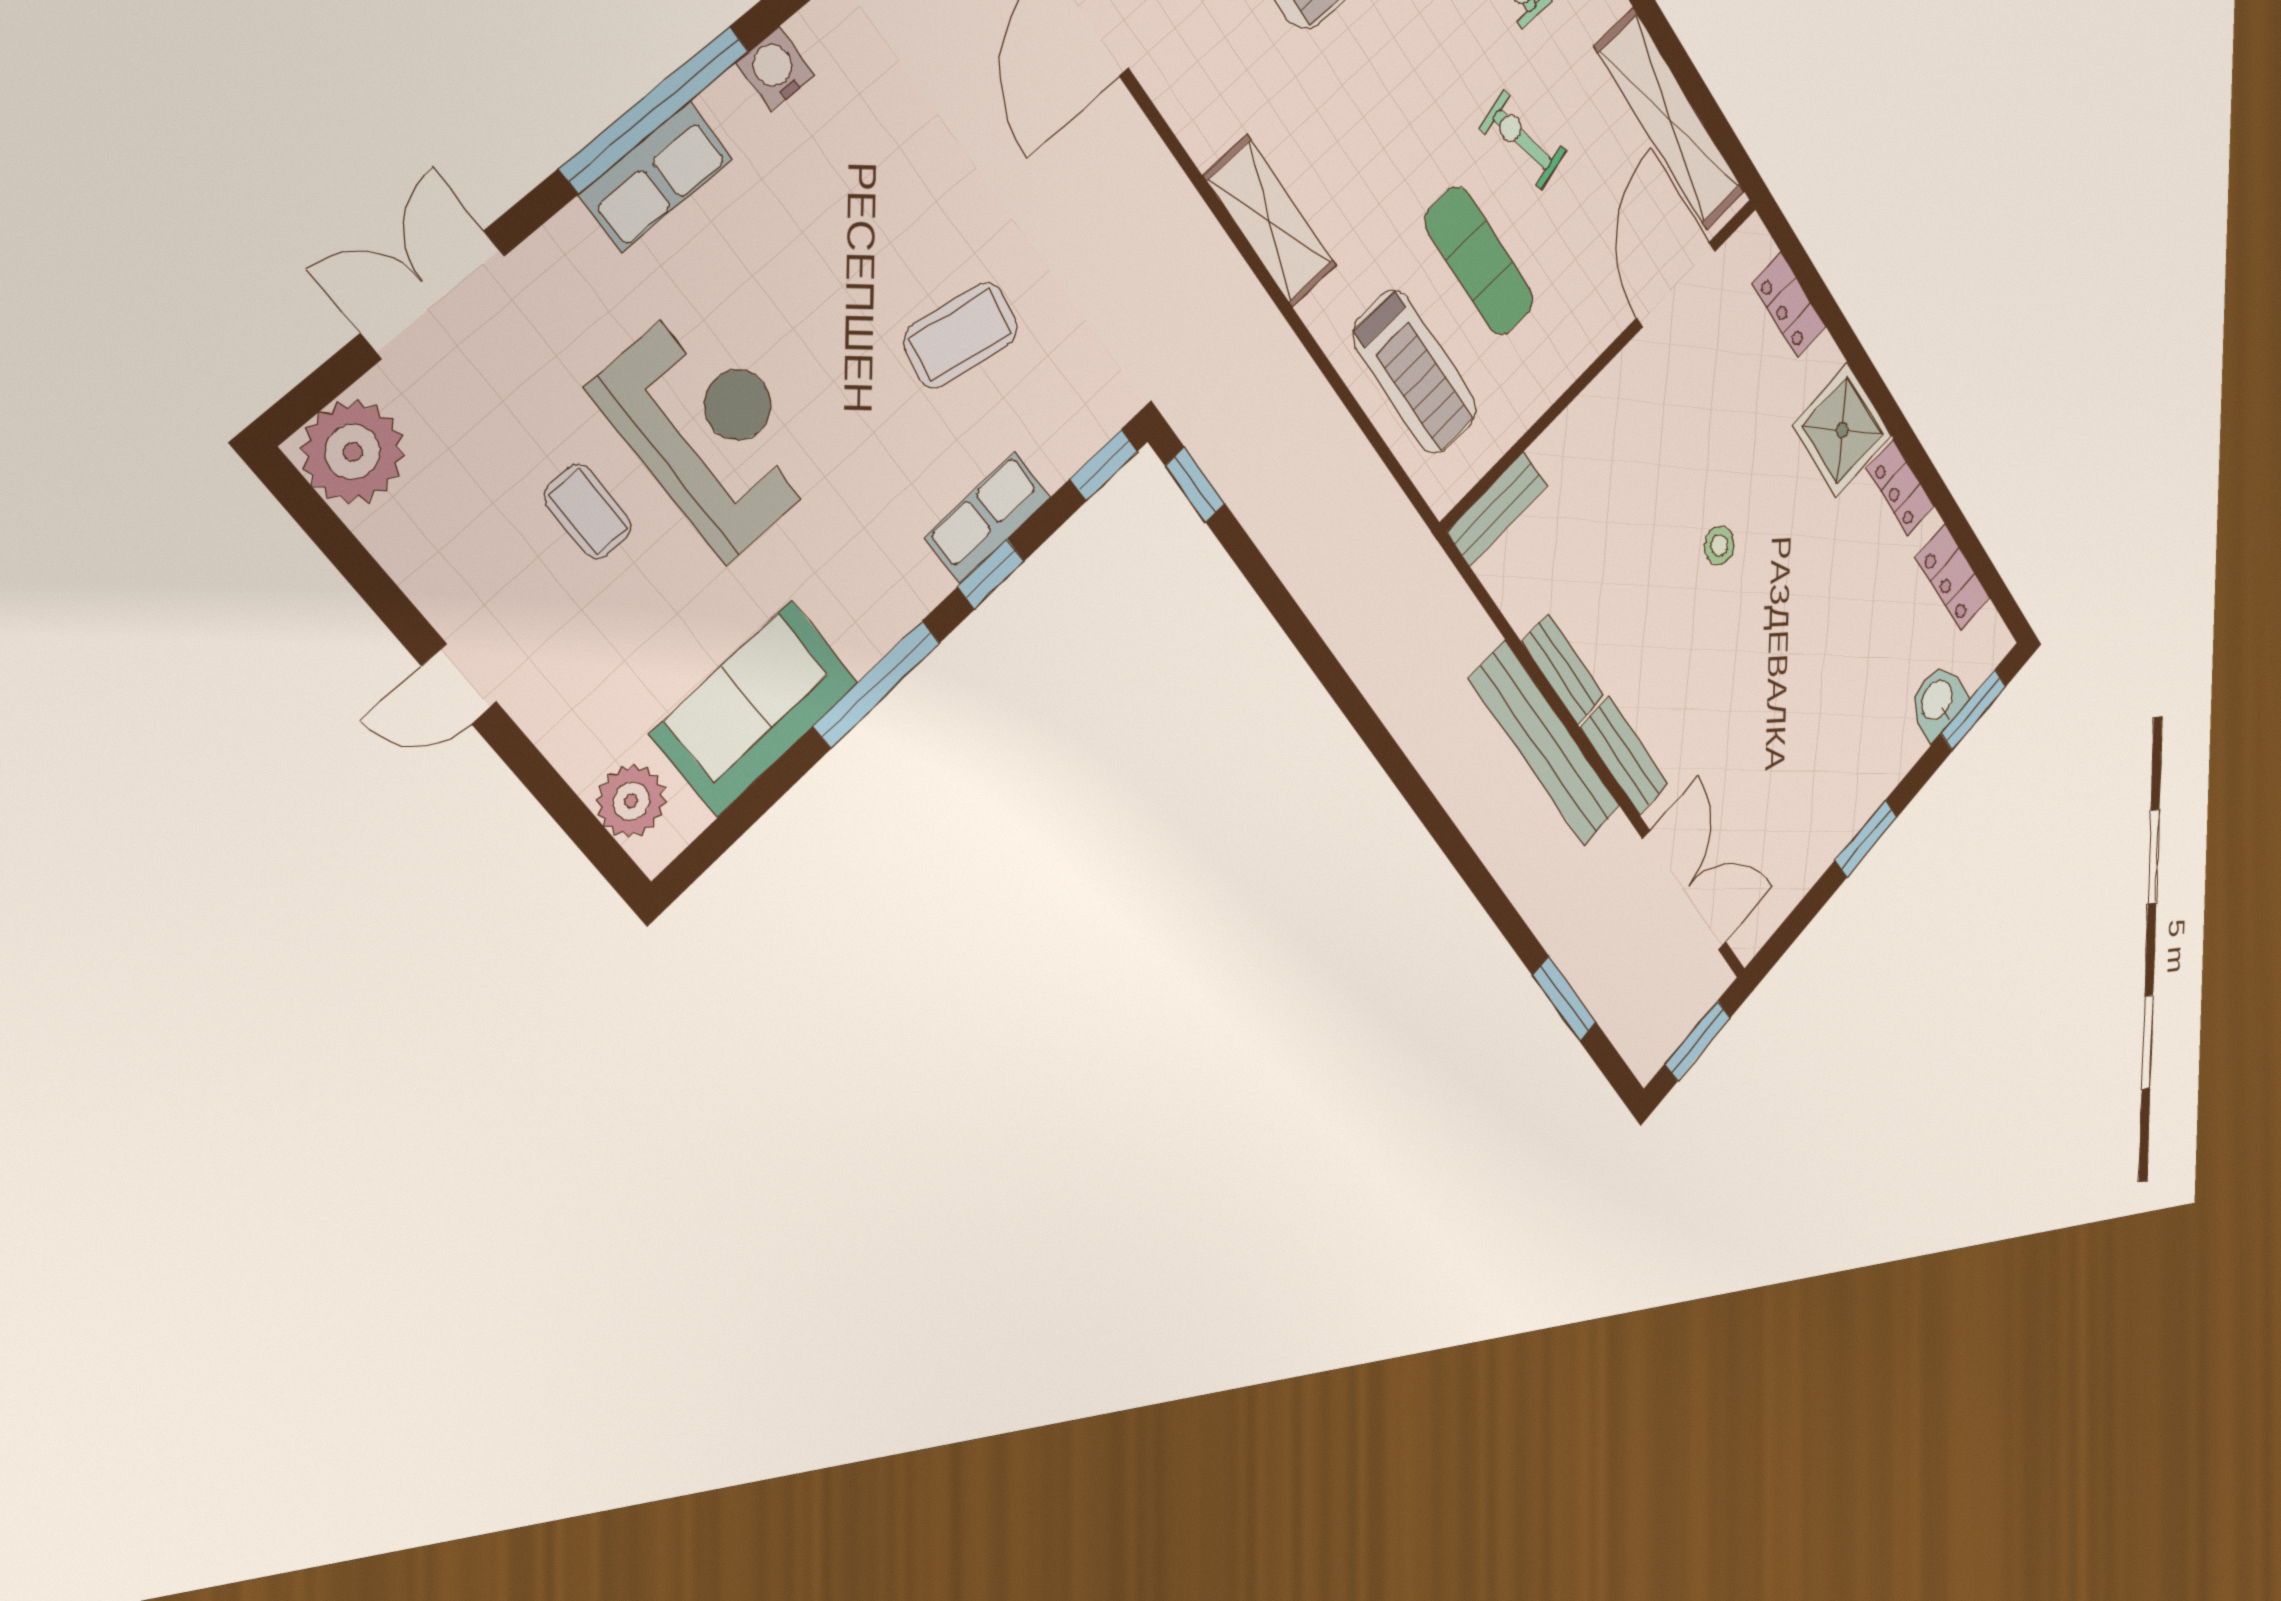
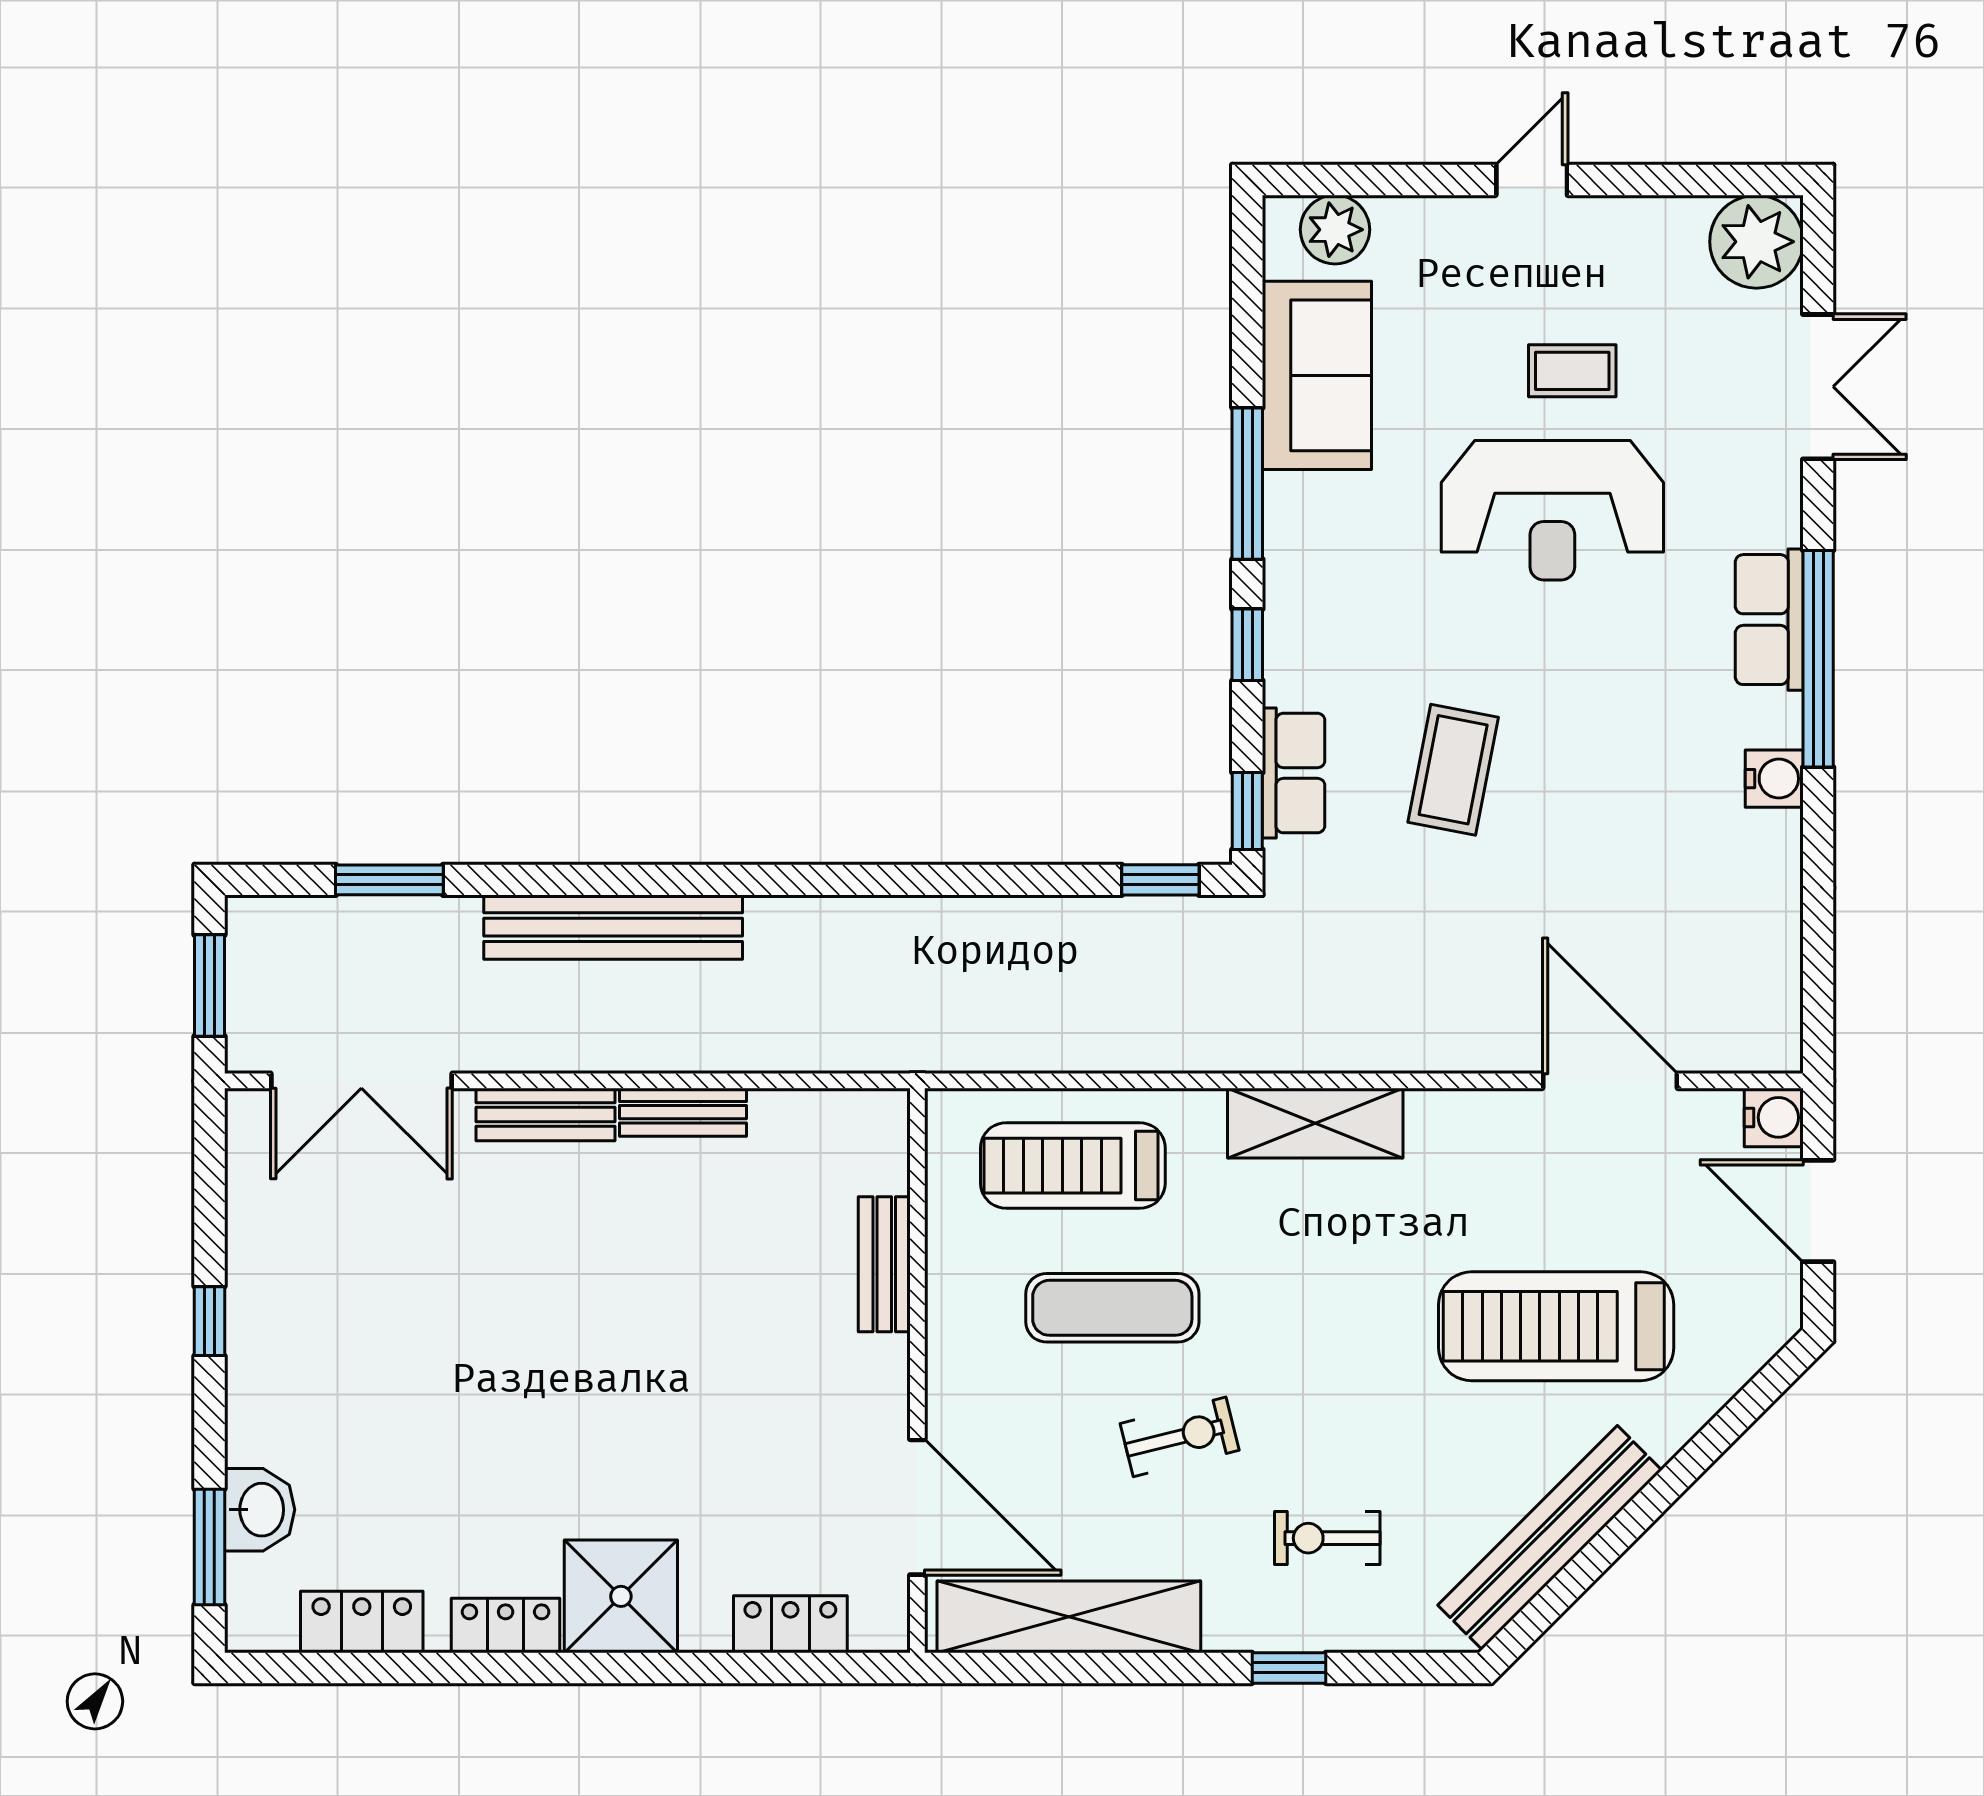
bench: (1497, 509) -> (884, 1264), moved
row of seats: (988, 517) -> (1294, 773), moved
stool: (1719, 545) -> (640, 1369), removed
bench: (1545, 743) -> (613, 927), moved
window: (1866, 839) -> (209, 1321), width x0.67

